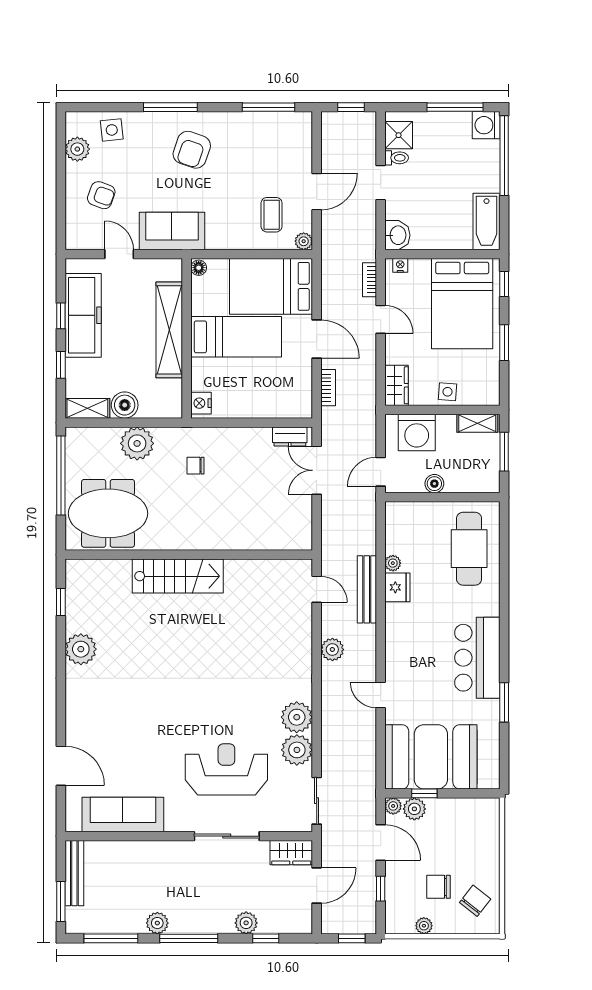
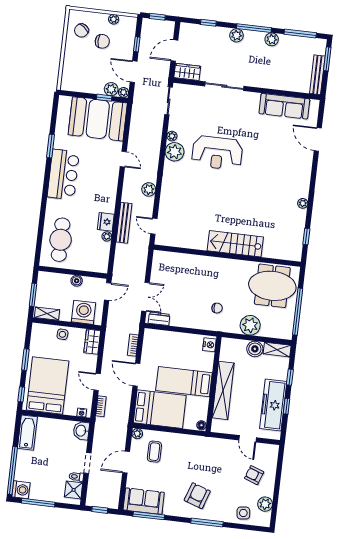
sofa: (172, 231) -> (144, 501), moved, turned 180
plant: (81, 649) -> (303, 203), width x0.53, depth x0.53
plant: (297, 750) -> (172, 136), width x0.53, depth x0.53
reception desk: (226, 769) -> (217, 153), moved
plant: (246, 923) -> (236, 35), moved

